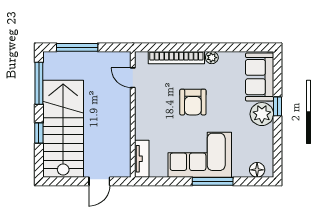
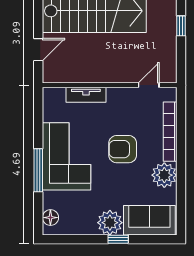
window: (77, 47) -> (181, 26), width x0.46
plant: (212, 58) -> (164, 175), width x1.87, depth x1.87
tv unit: (142, 159) -> (86, 95), moved
door: (99, 181) -> (38, 50), swing flipped

